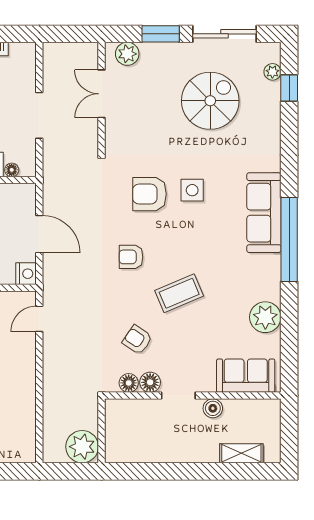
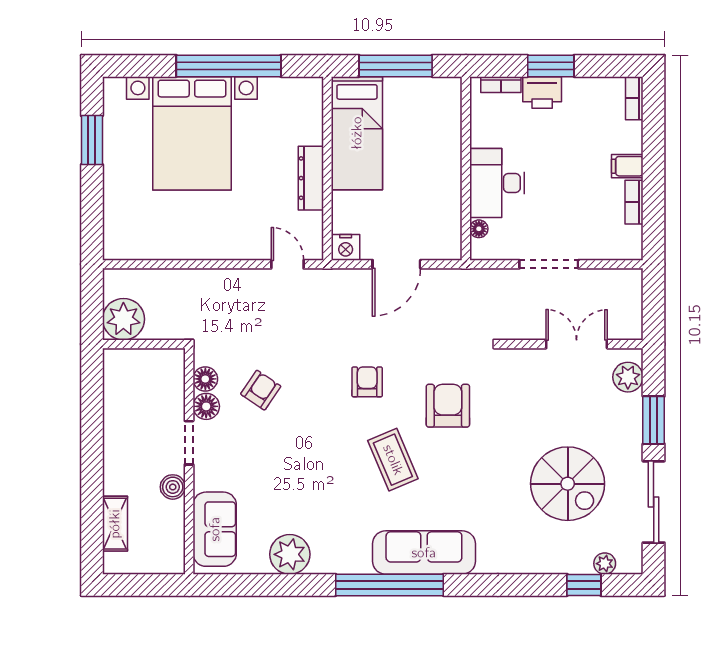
side table: (192, 190) -> (453, 460), removed
coffee table: (179, 293) -> (393, 460), moved

